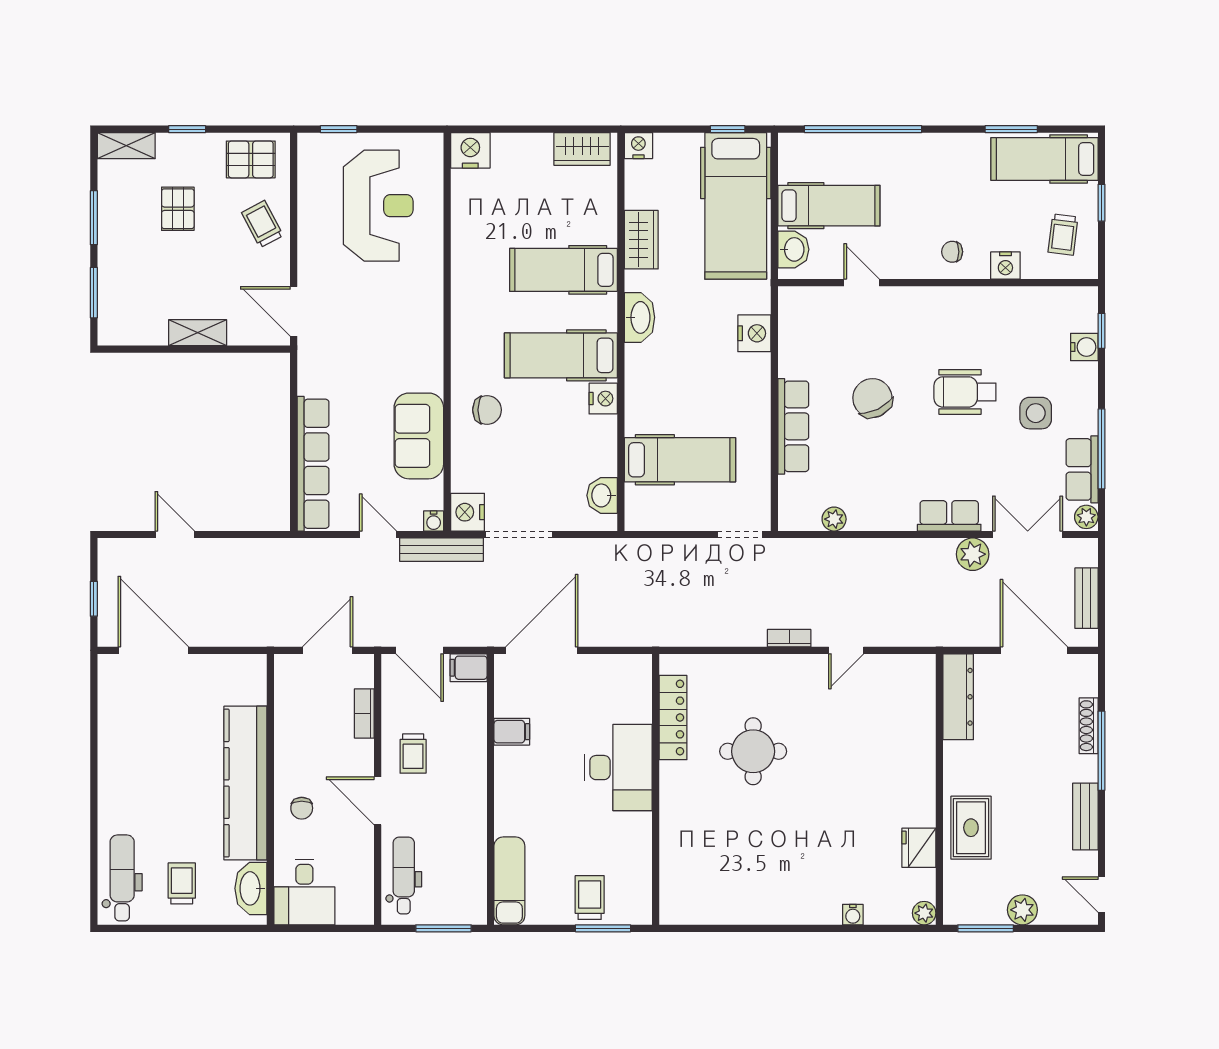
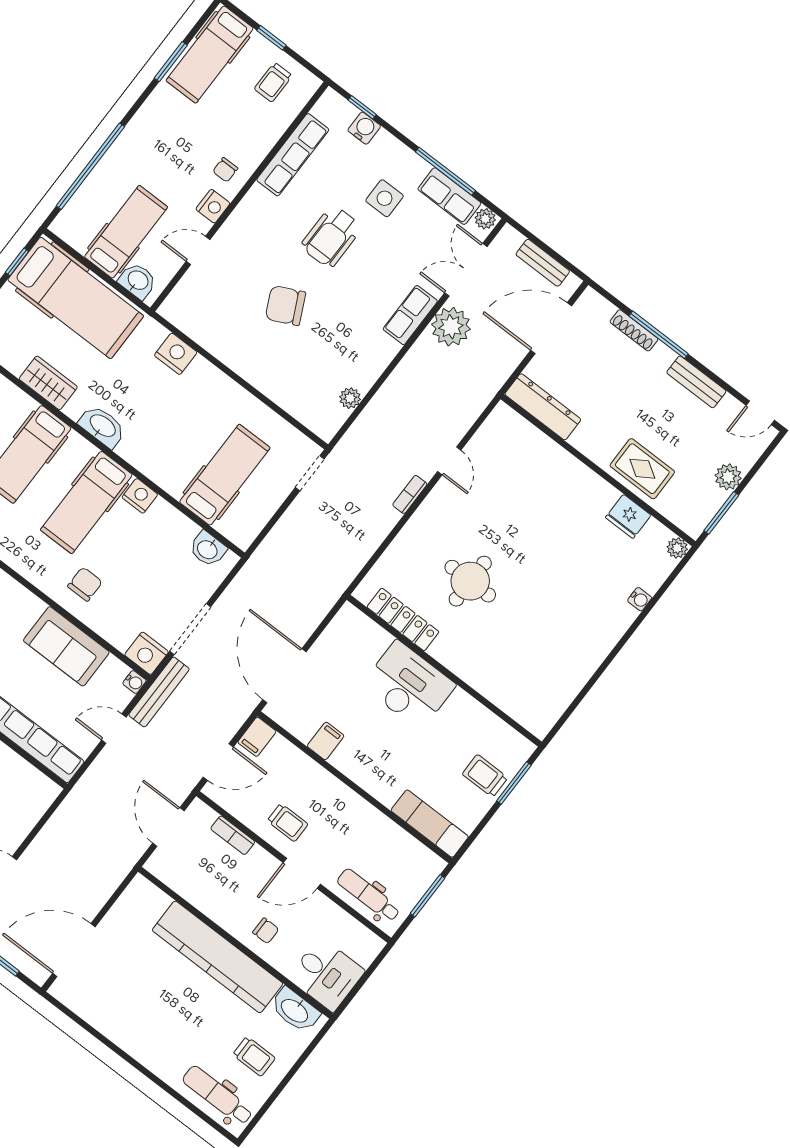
trolley: (1063, 235) -> (273, 82), turned 83
nightstand: (1005, 266) -> (213, 206), moved
row of seats: (793, 426) -> (293, 155), moved, turned 90
plant: (973, 554) -> (451, 327), width x1.36, depth x1.36
trolley: (182, 883) -> (254, 1056), turned 180

